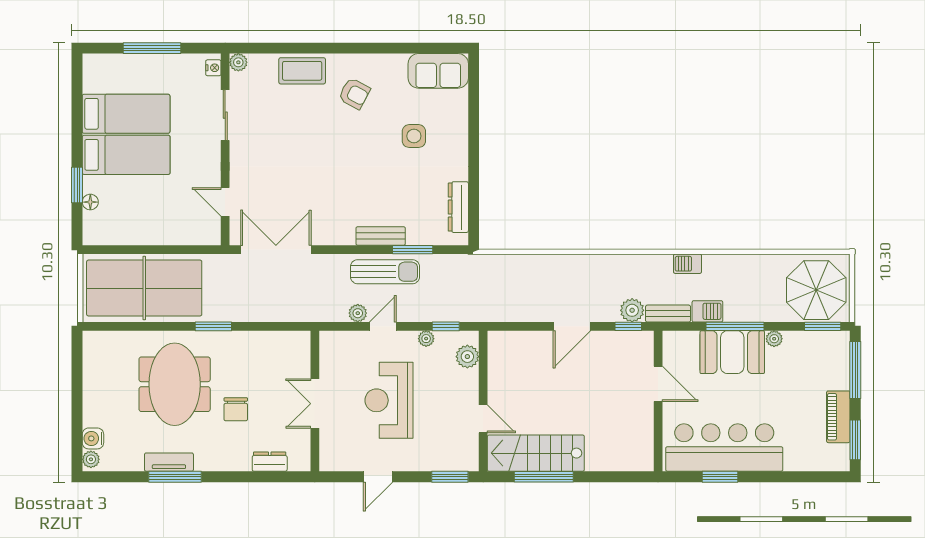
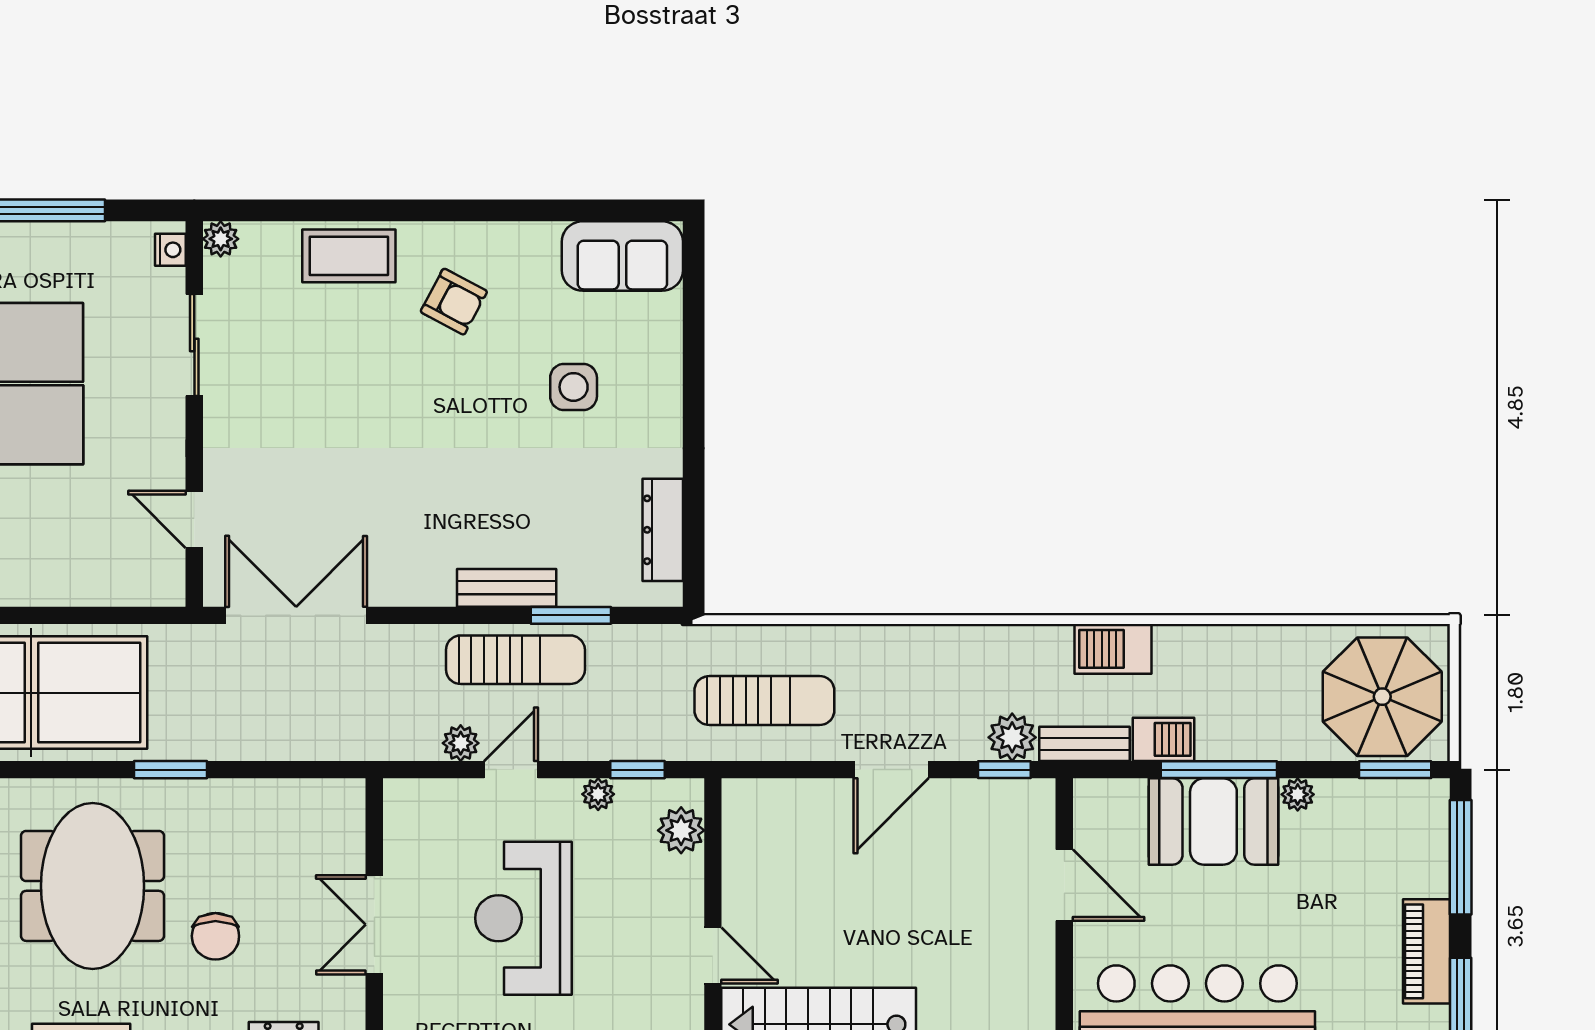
barbecue: (687, 264) -> (1113, 649), width x1.38, depth x1.27
sun lounger: (509, 292) -> (764, 701), added

